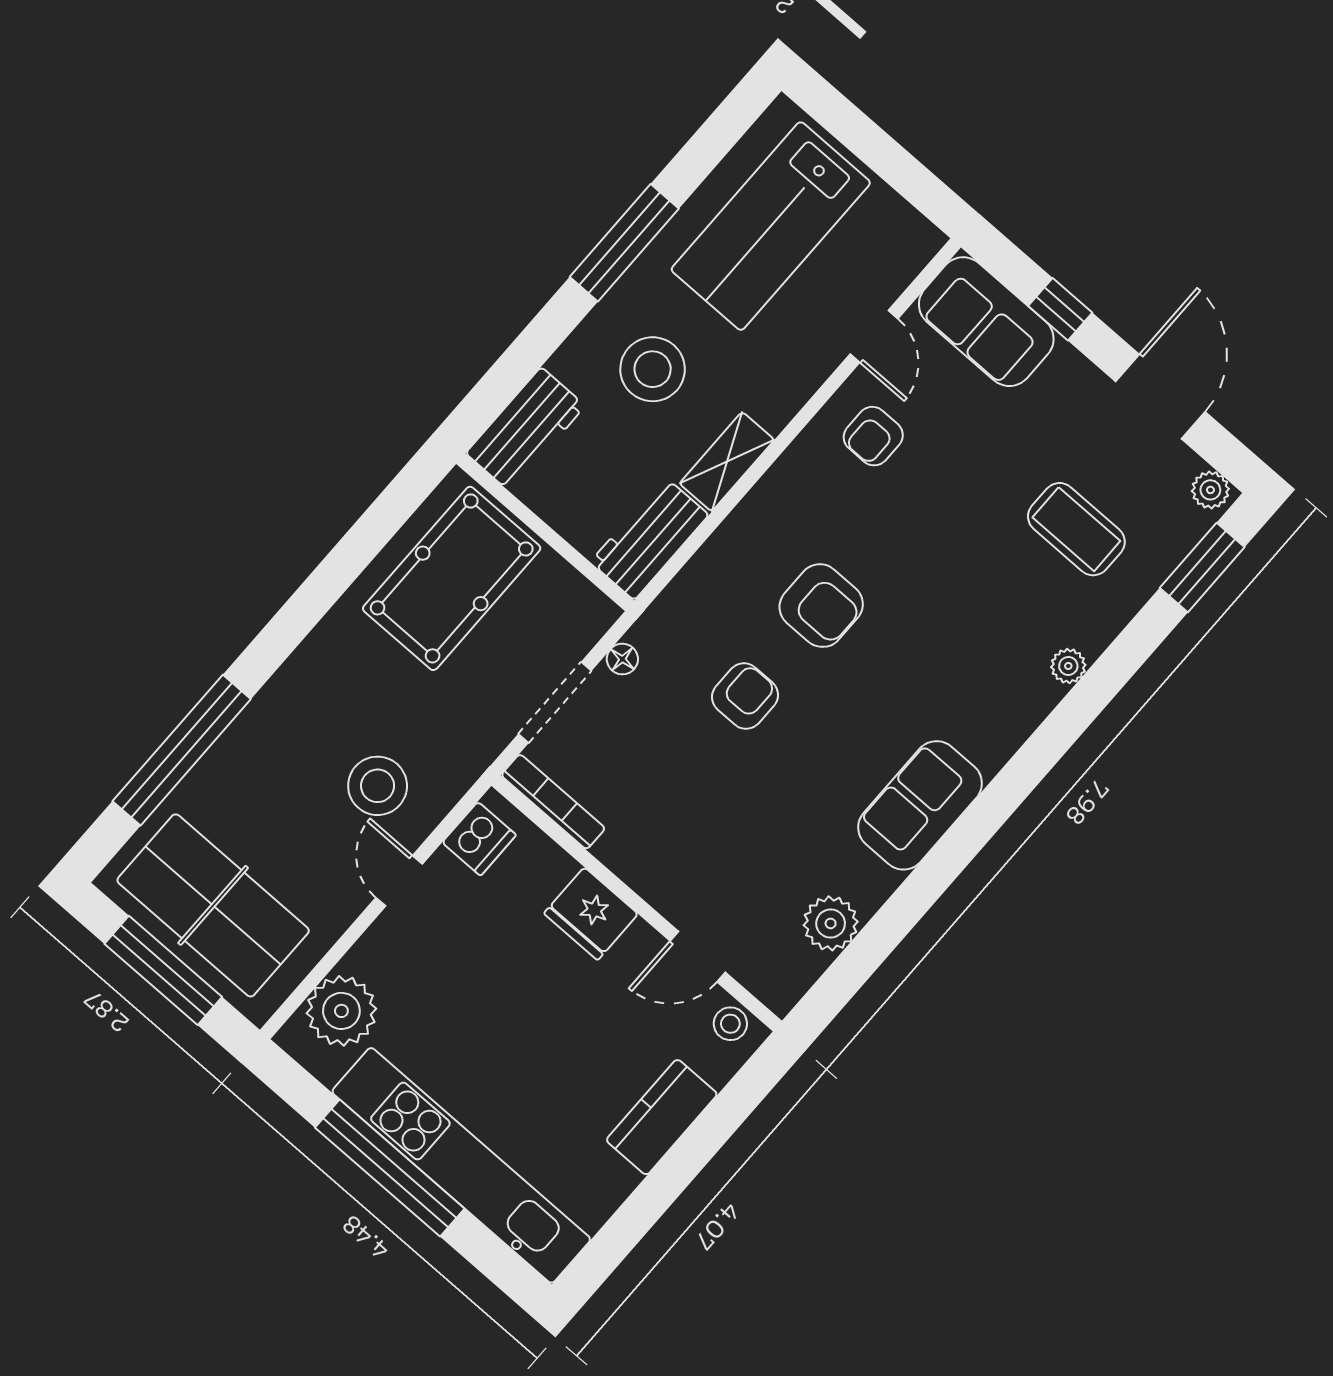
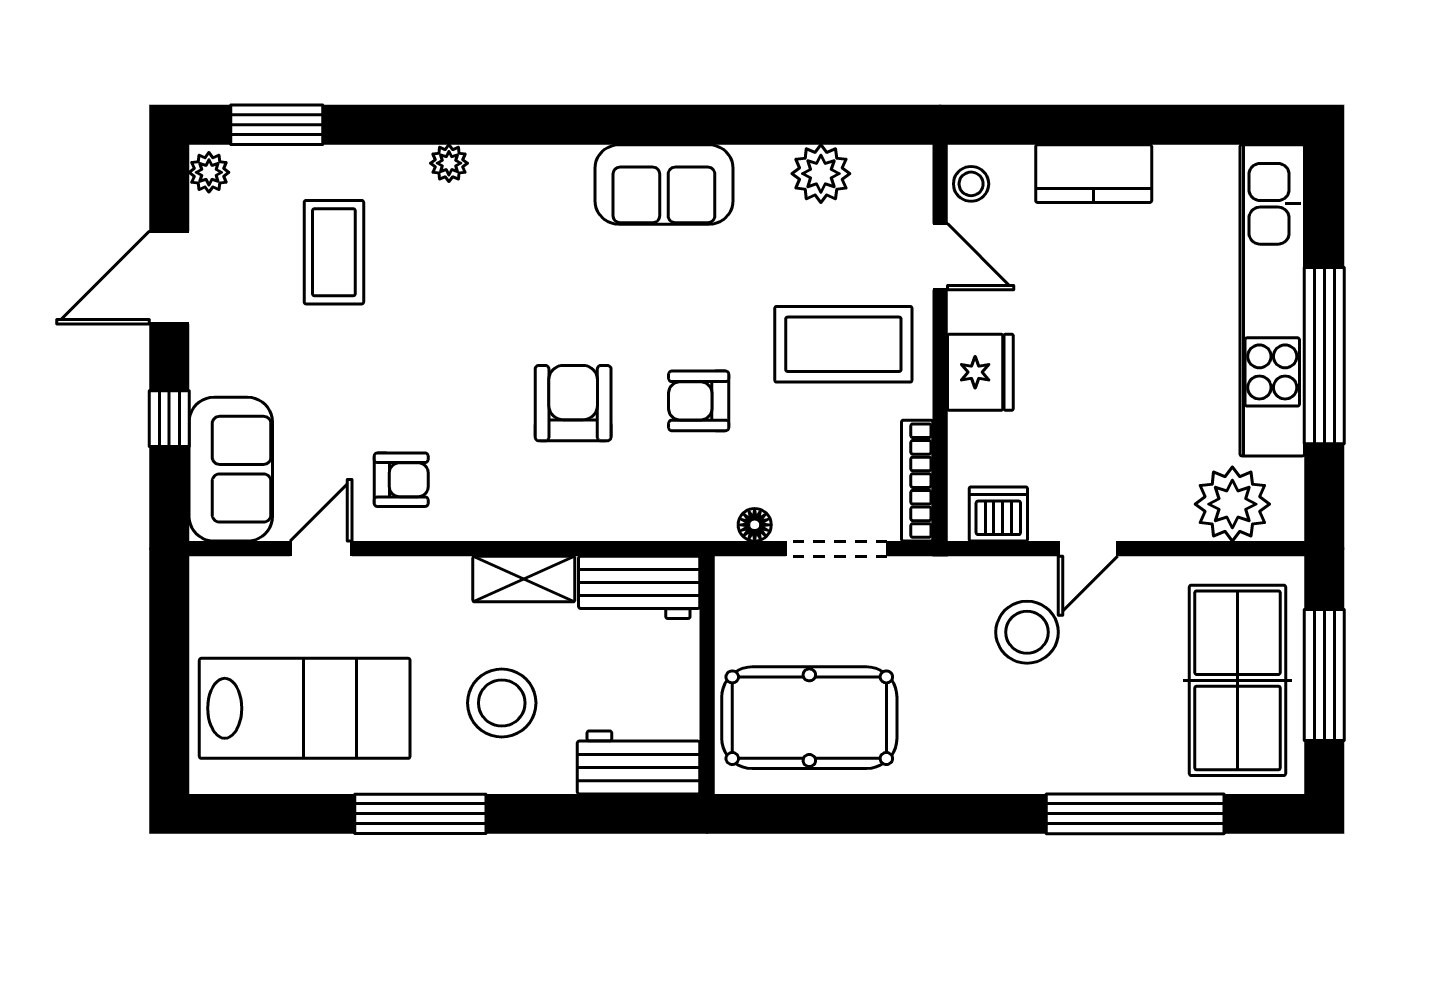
coffee table: (696, 834) -> (843, 344), added

